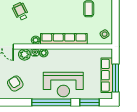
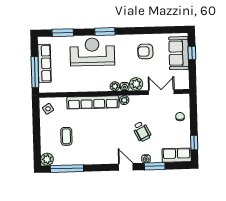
window: (115, 78) -> (35, 72), moved
armchair: (15, 84) -> (145, 51), turned 122
window: (51, 102) -> (105, 32), width x0.47

